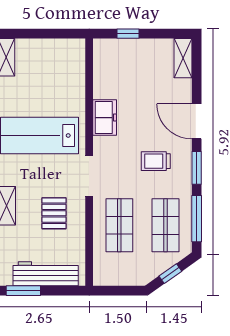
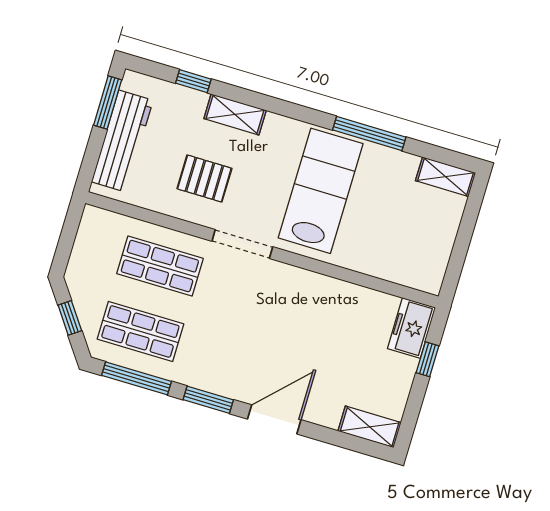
freezer: (105, 118) -> (411, 328), moved, turned 90
trolley: (156, 161) -> (235, 345), removed

